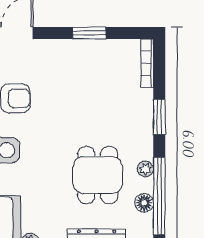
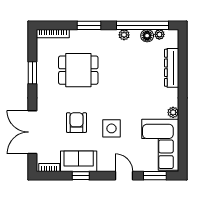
dining table: (98, 175) -> (78, 70), moved
plant: (146, 221) -> (159, 34), added

